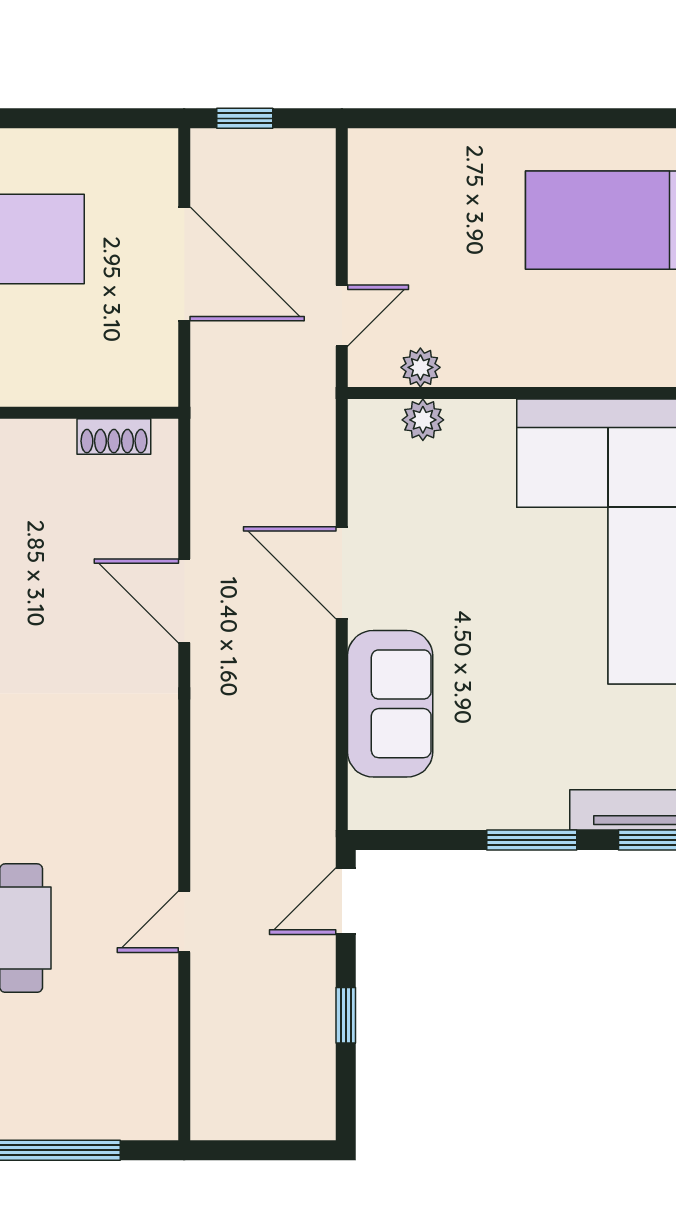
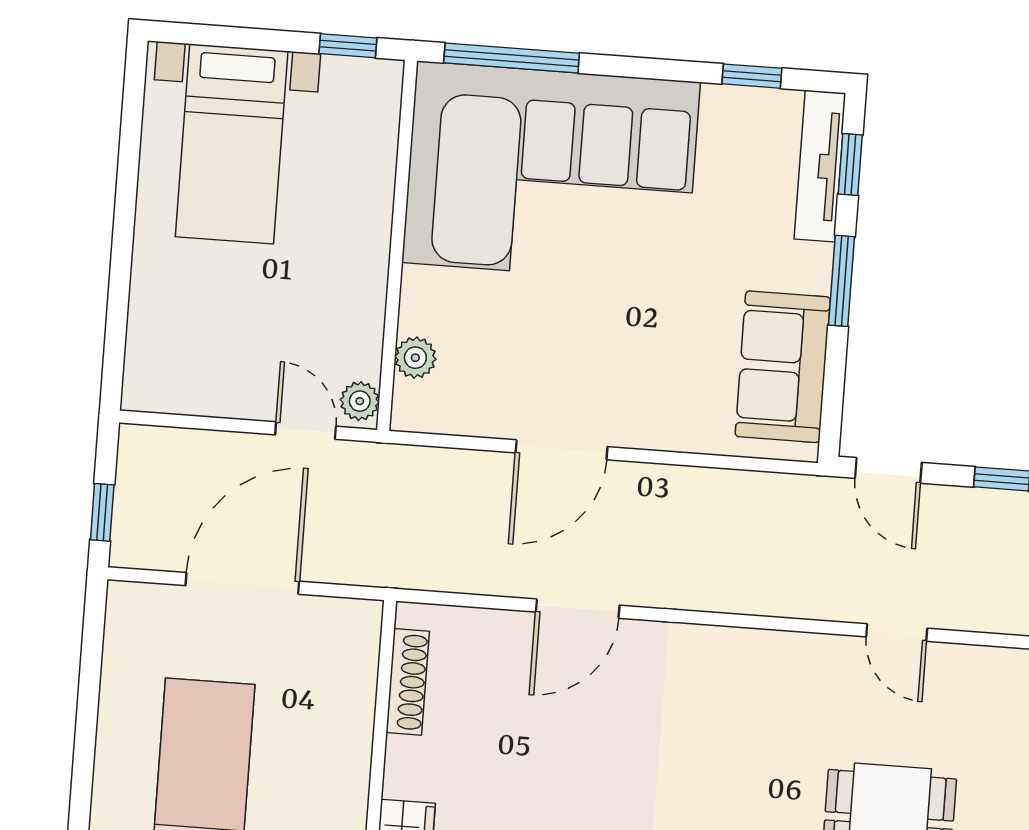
plant: (420, 367) -> (360, 401), moved
shoe rack: (114, 436) -> (408, 682), width x1.43
sofa: (390, 704) -> (783, 367), moved, turned -90

